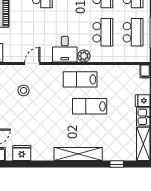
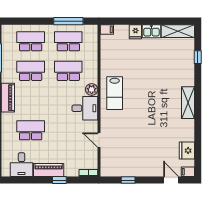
stool: (24, 90) -> (126, 149), removed
lab bench: (90, 106) -> (141, 84), removed
shelving: (78, 154) -> (188, 103), width x0.68

